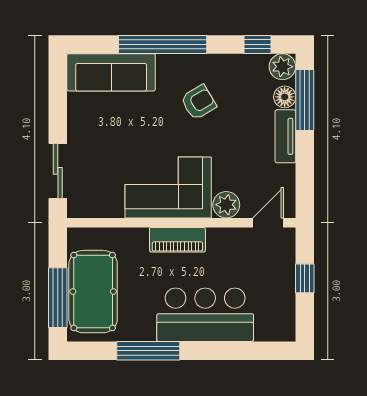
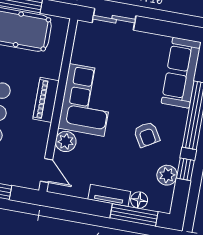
window: (258, 44) -> (185, 169), moved
plant: (282, 67) -> (167, 175), moved

